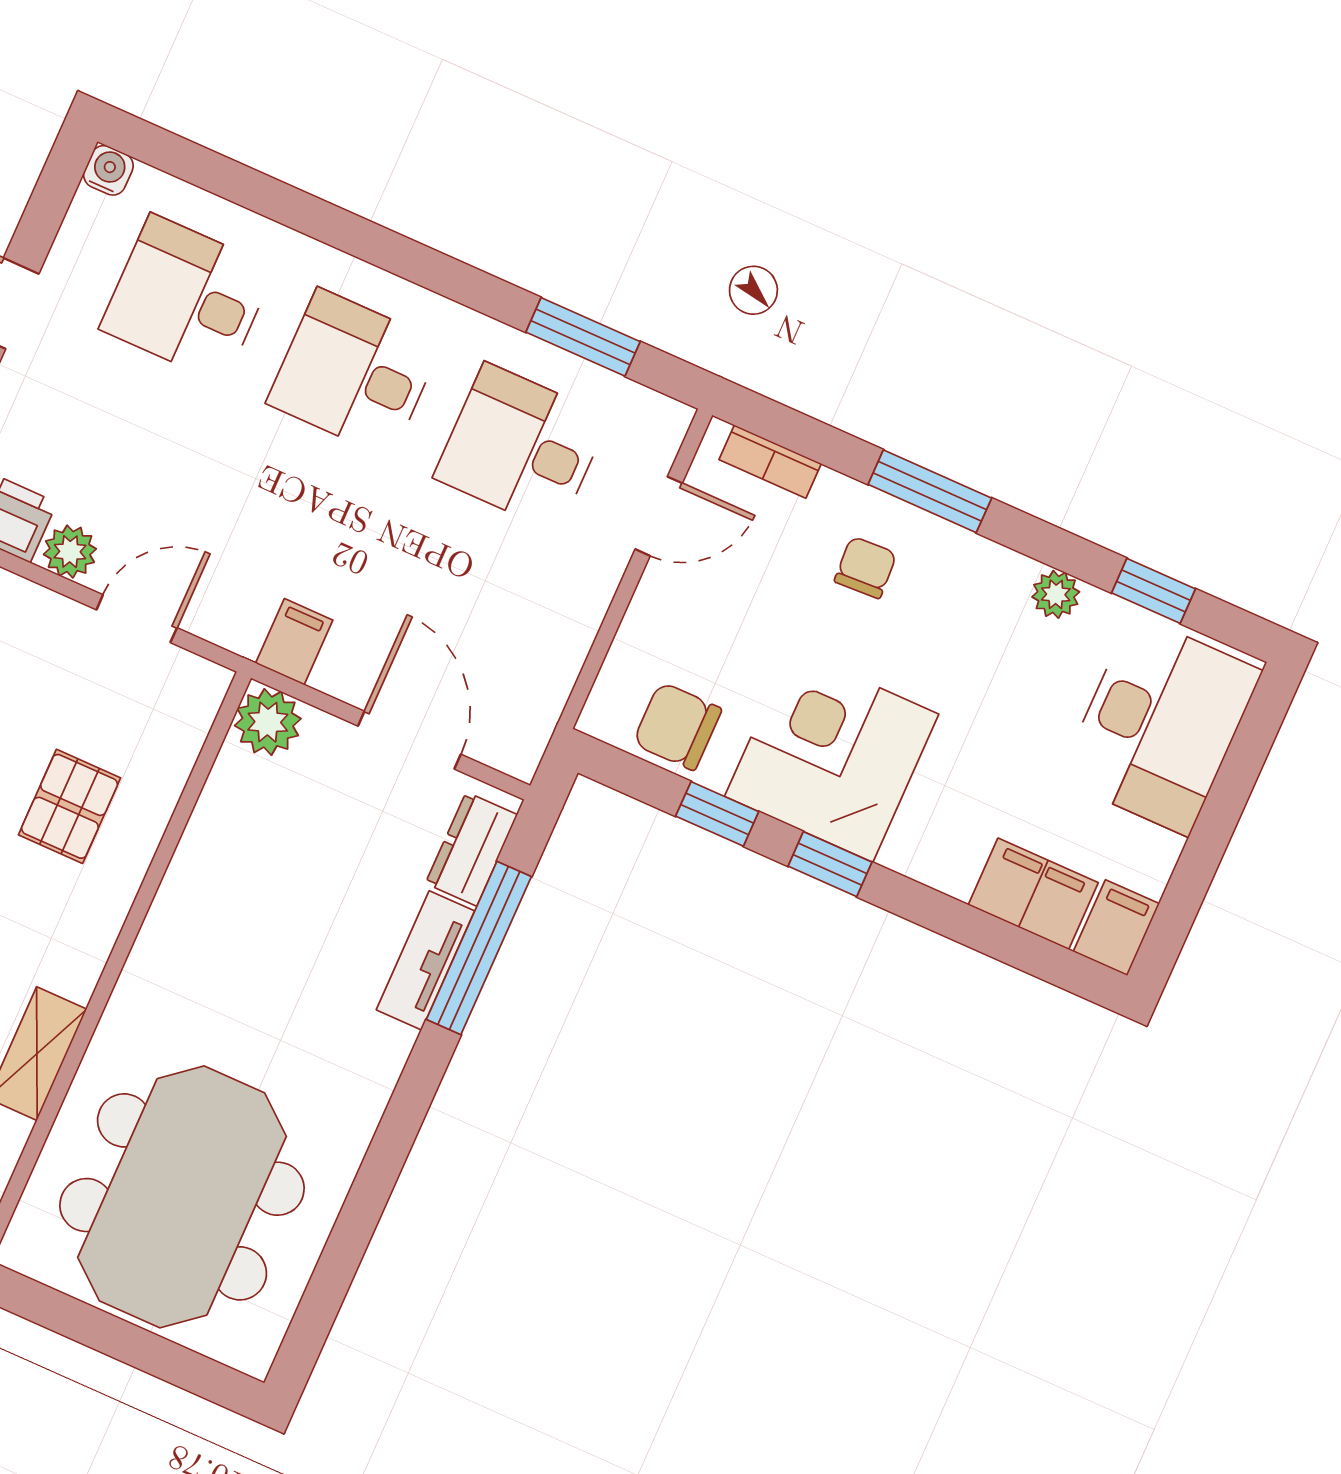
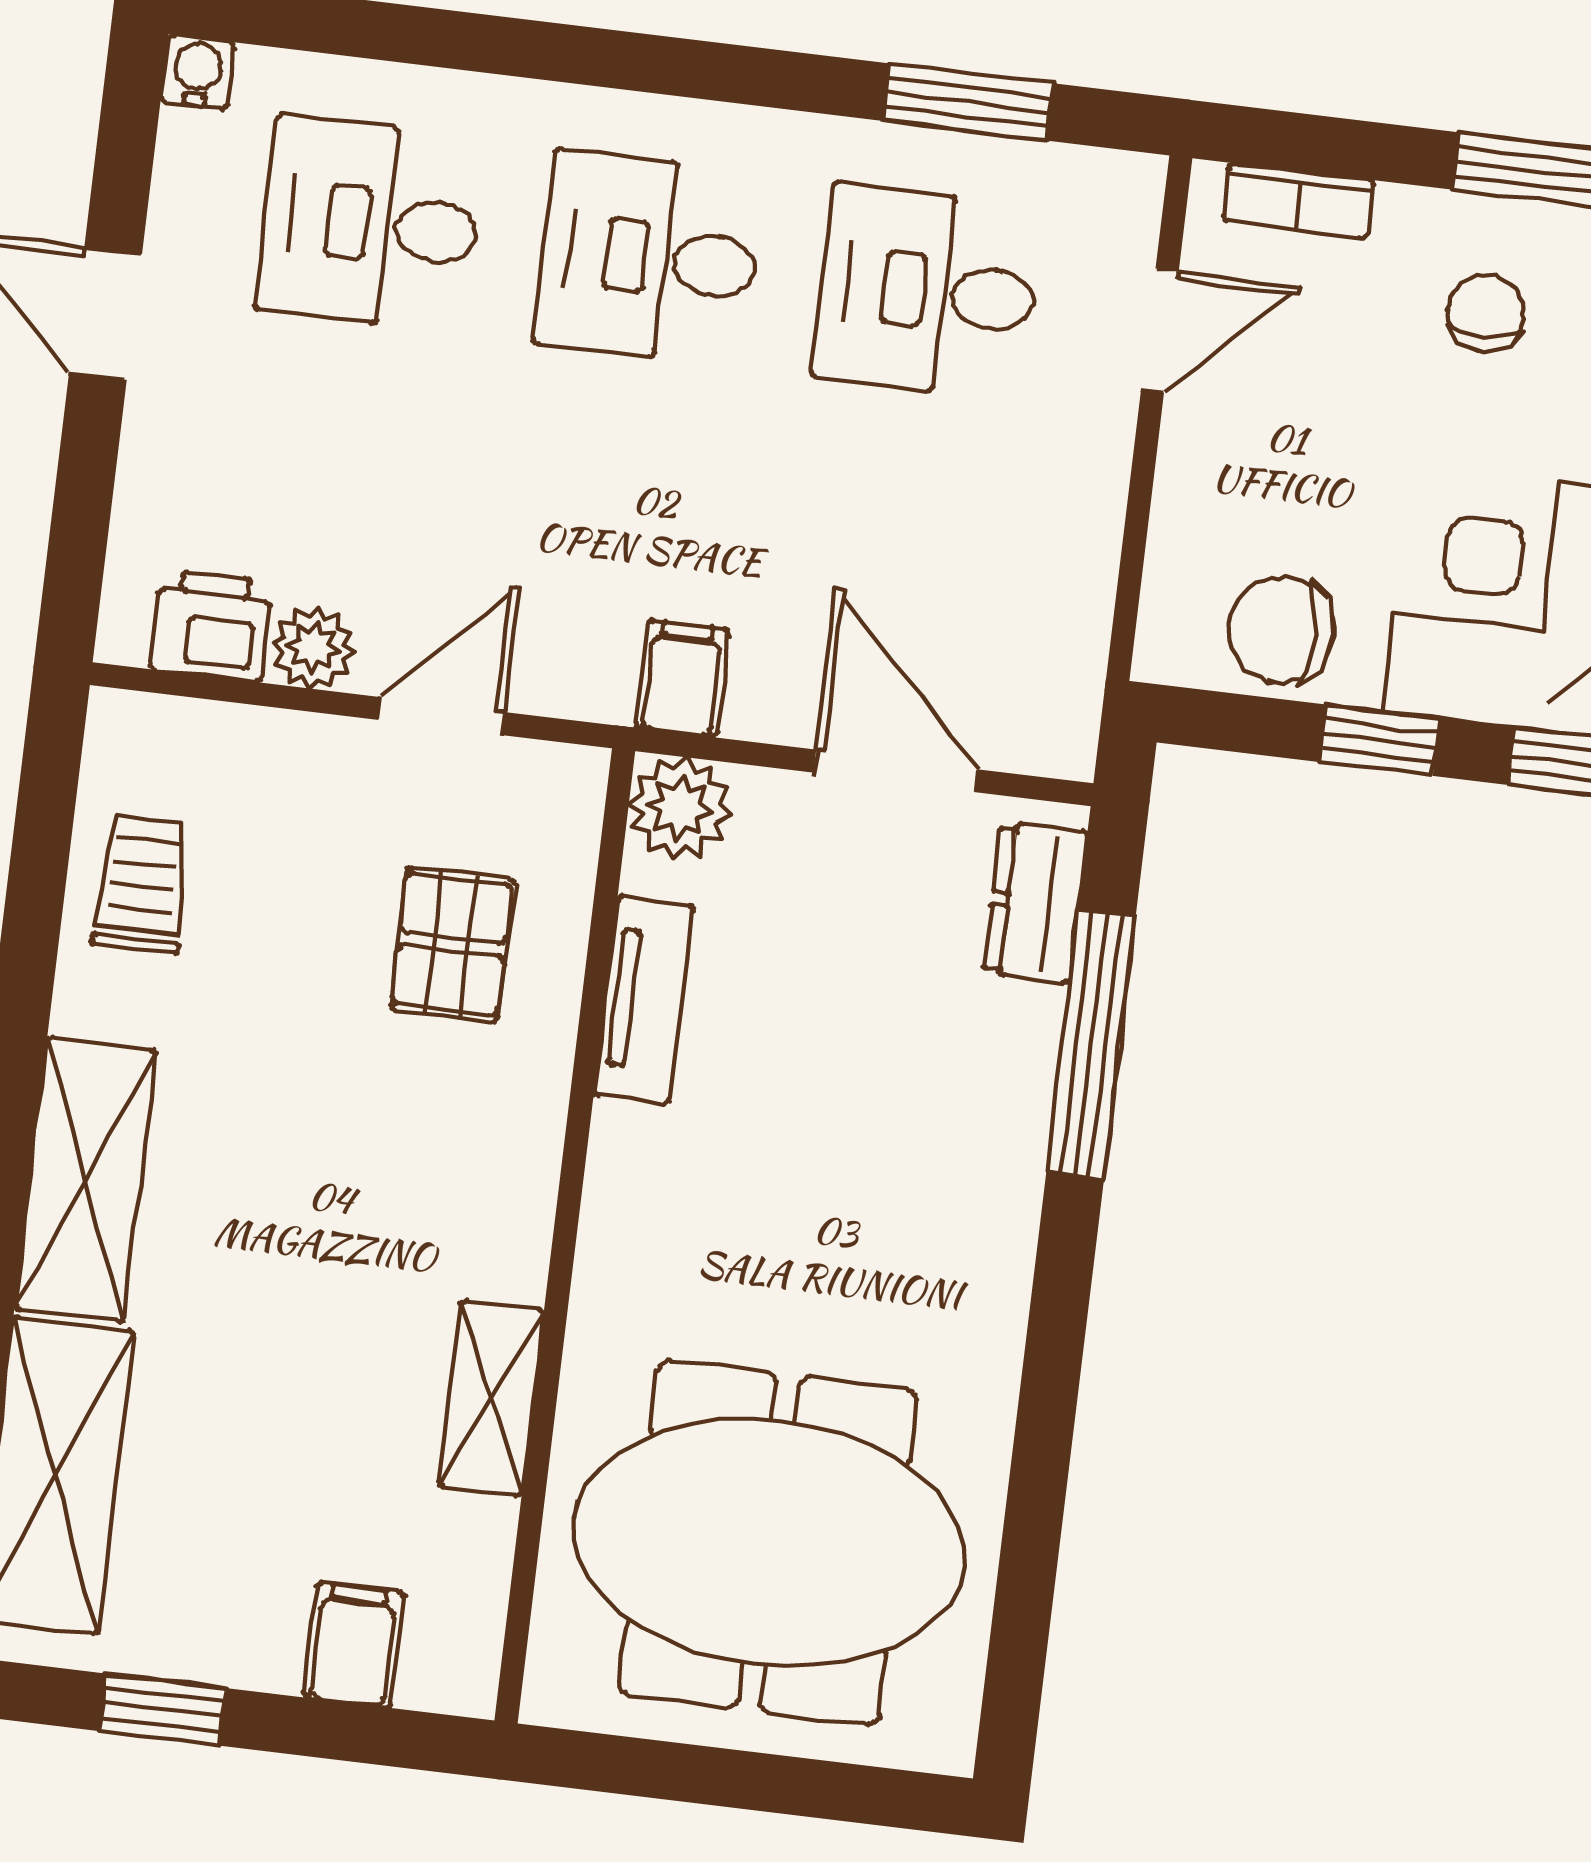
pallet: (70, 806) -> (452, 944), moved
tv unit: (425, 960) -> (643, 1000), moved, turned 180
meeting table: (182, 1197) -> (768, 1543), turned 90

